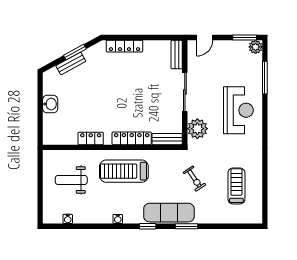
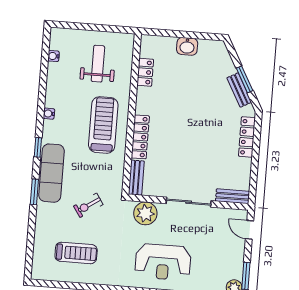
bench: (71, 64) -> (239, 90), moved
locker: (91, 138) -> (145, 72), moved

